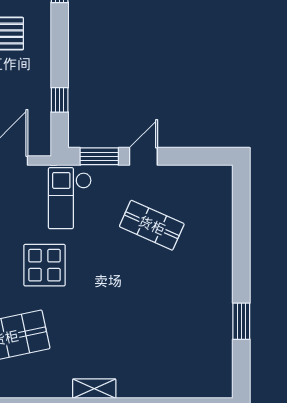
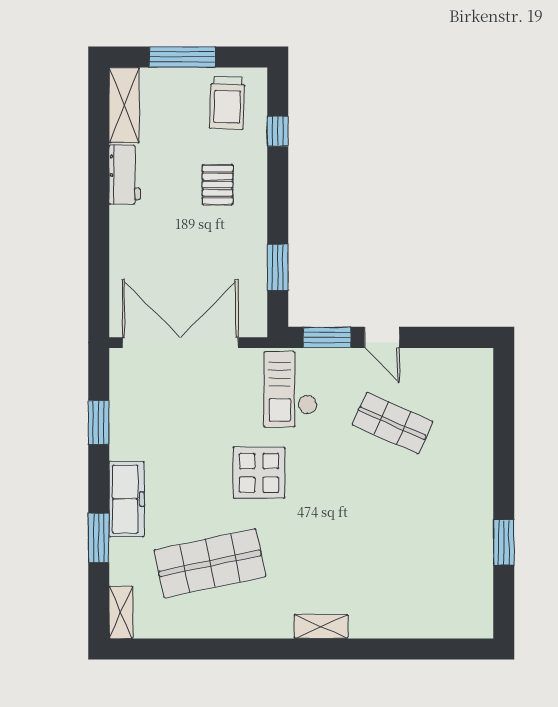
window: (60, 100) -> (278, 267), width x1.50
door: (143, 156) -> (382, 337), swing flipped

